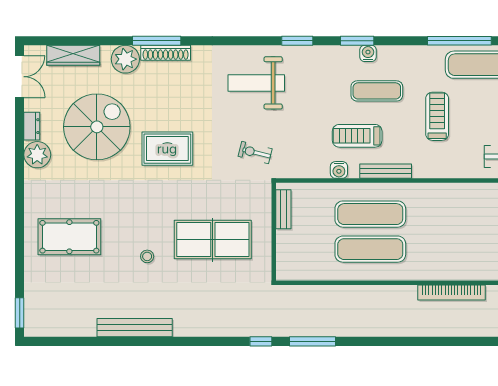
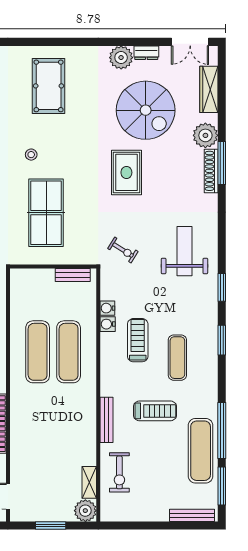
water cooler: (368, 53) -> (107, 308), moved, turned 180
exercise bike: (255, 153) -> (123, 250), turned 108
bench: (386, 171) -> (106, 420), moved

